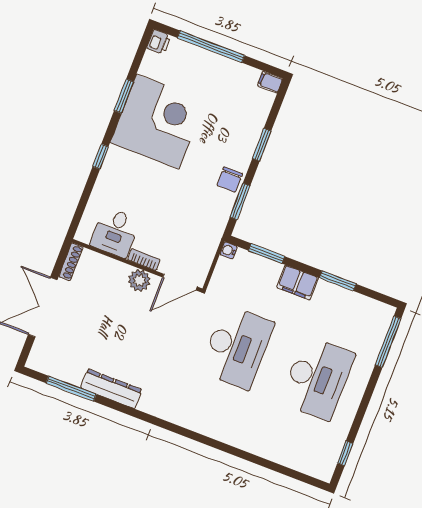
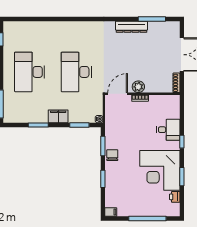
printer: (159, 42) -> (175, 197), moved
desk: (115, 232) -> (168, 130), moved, turned 90

